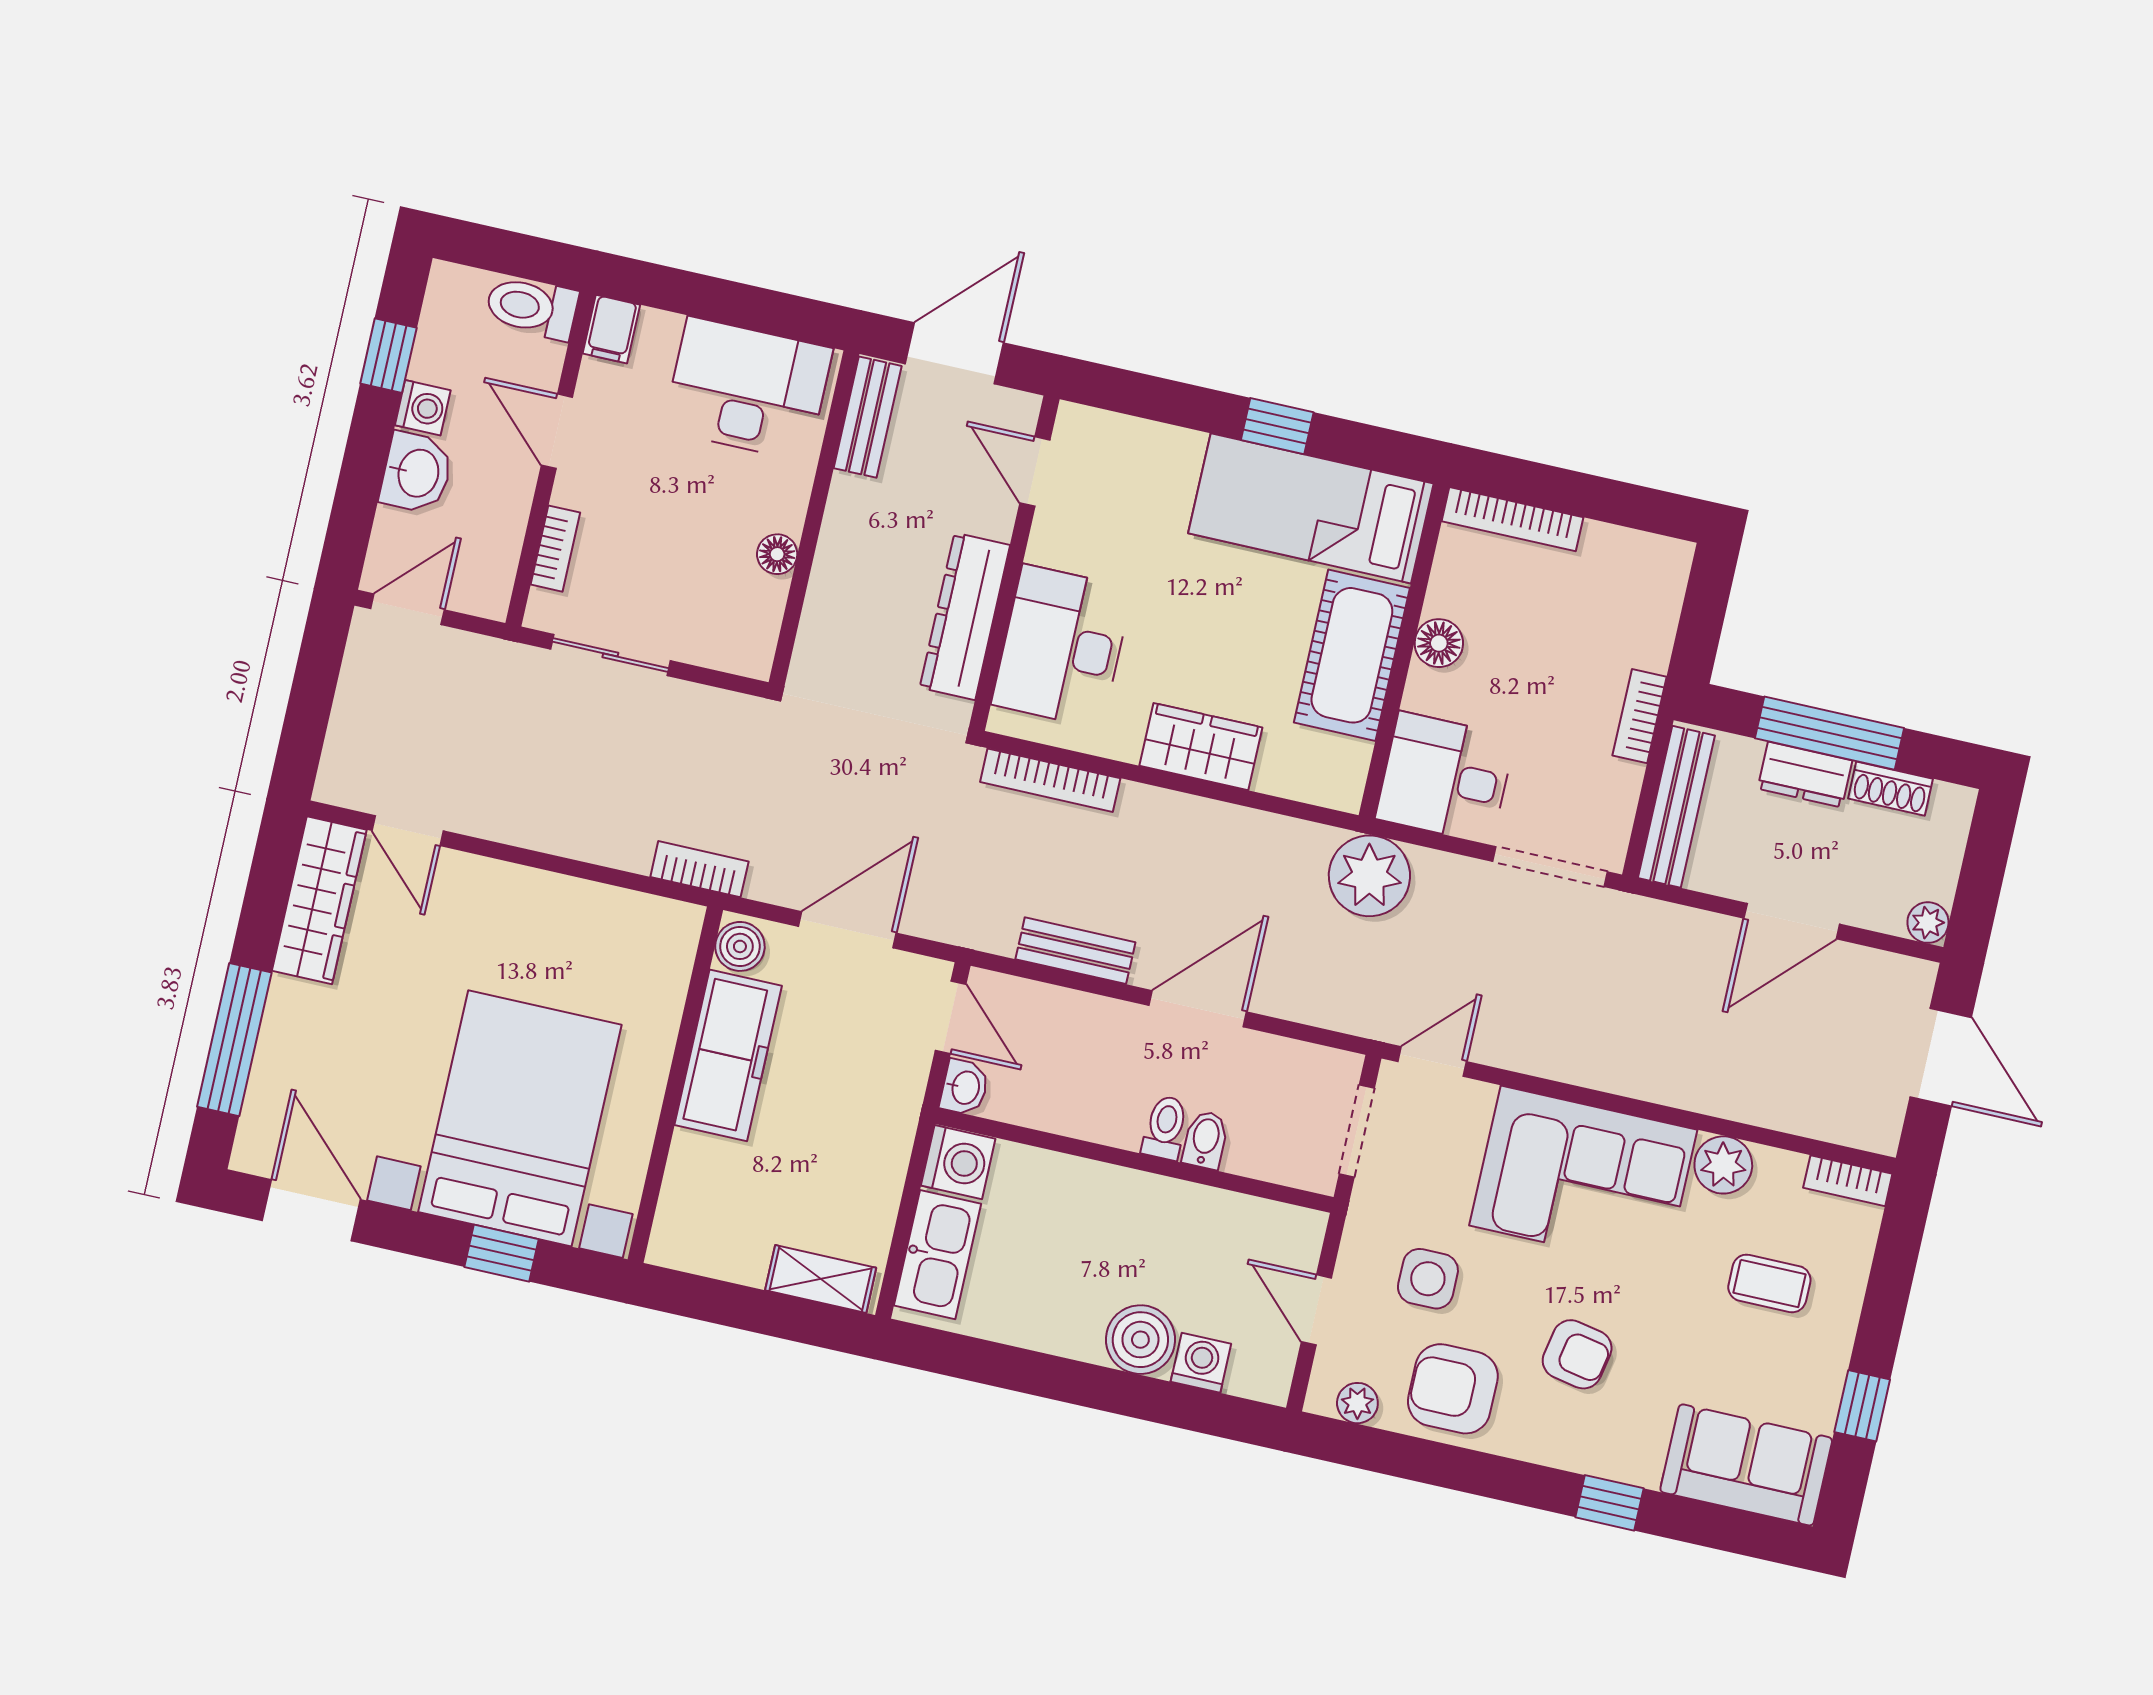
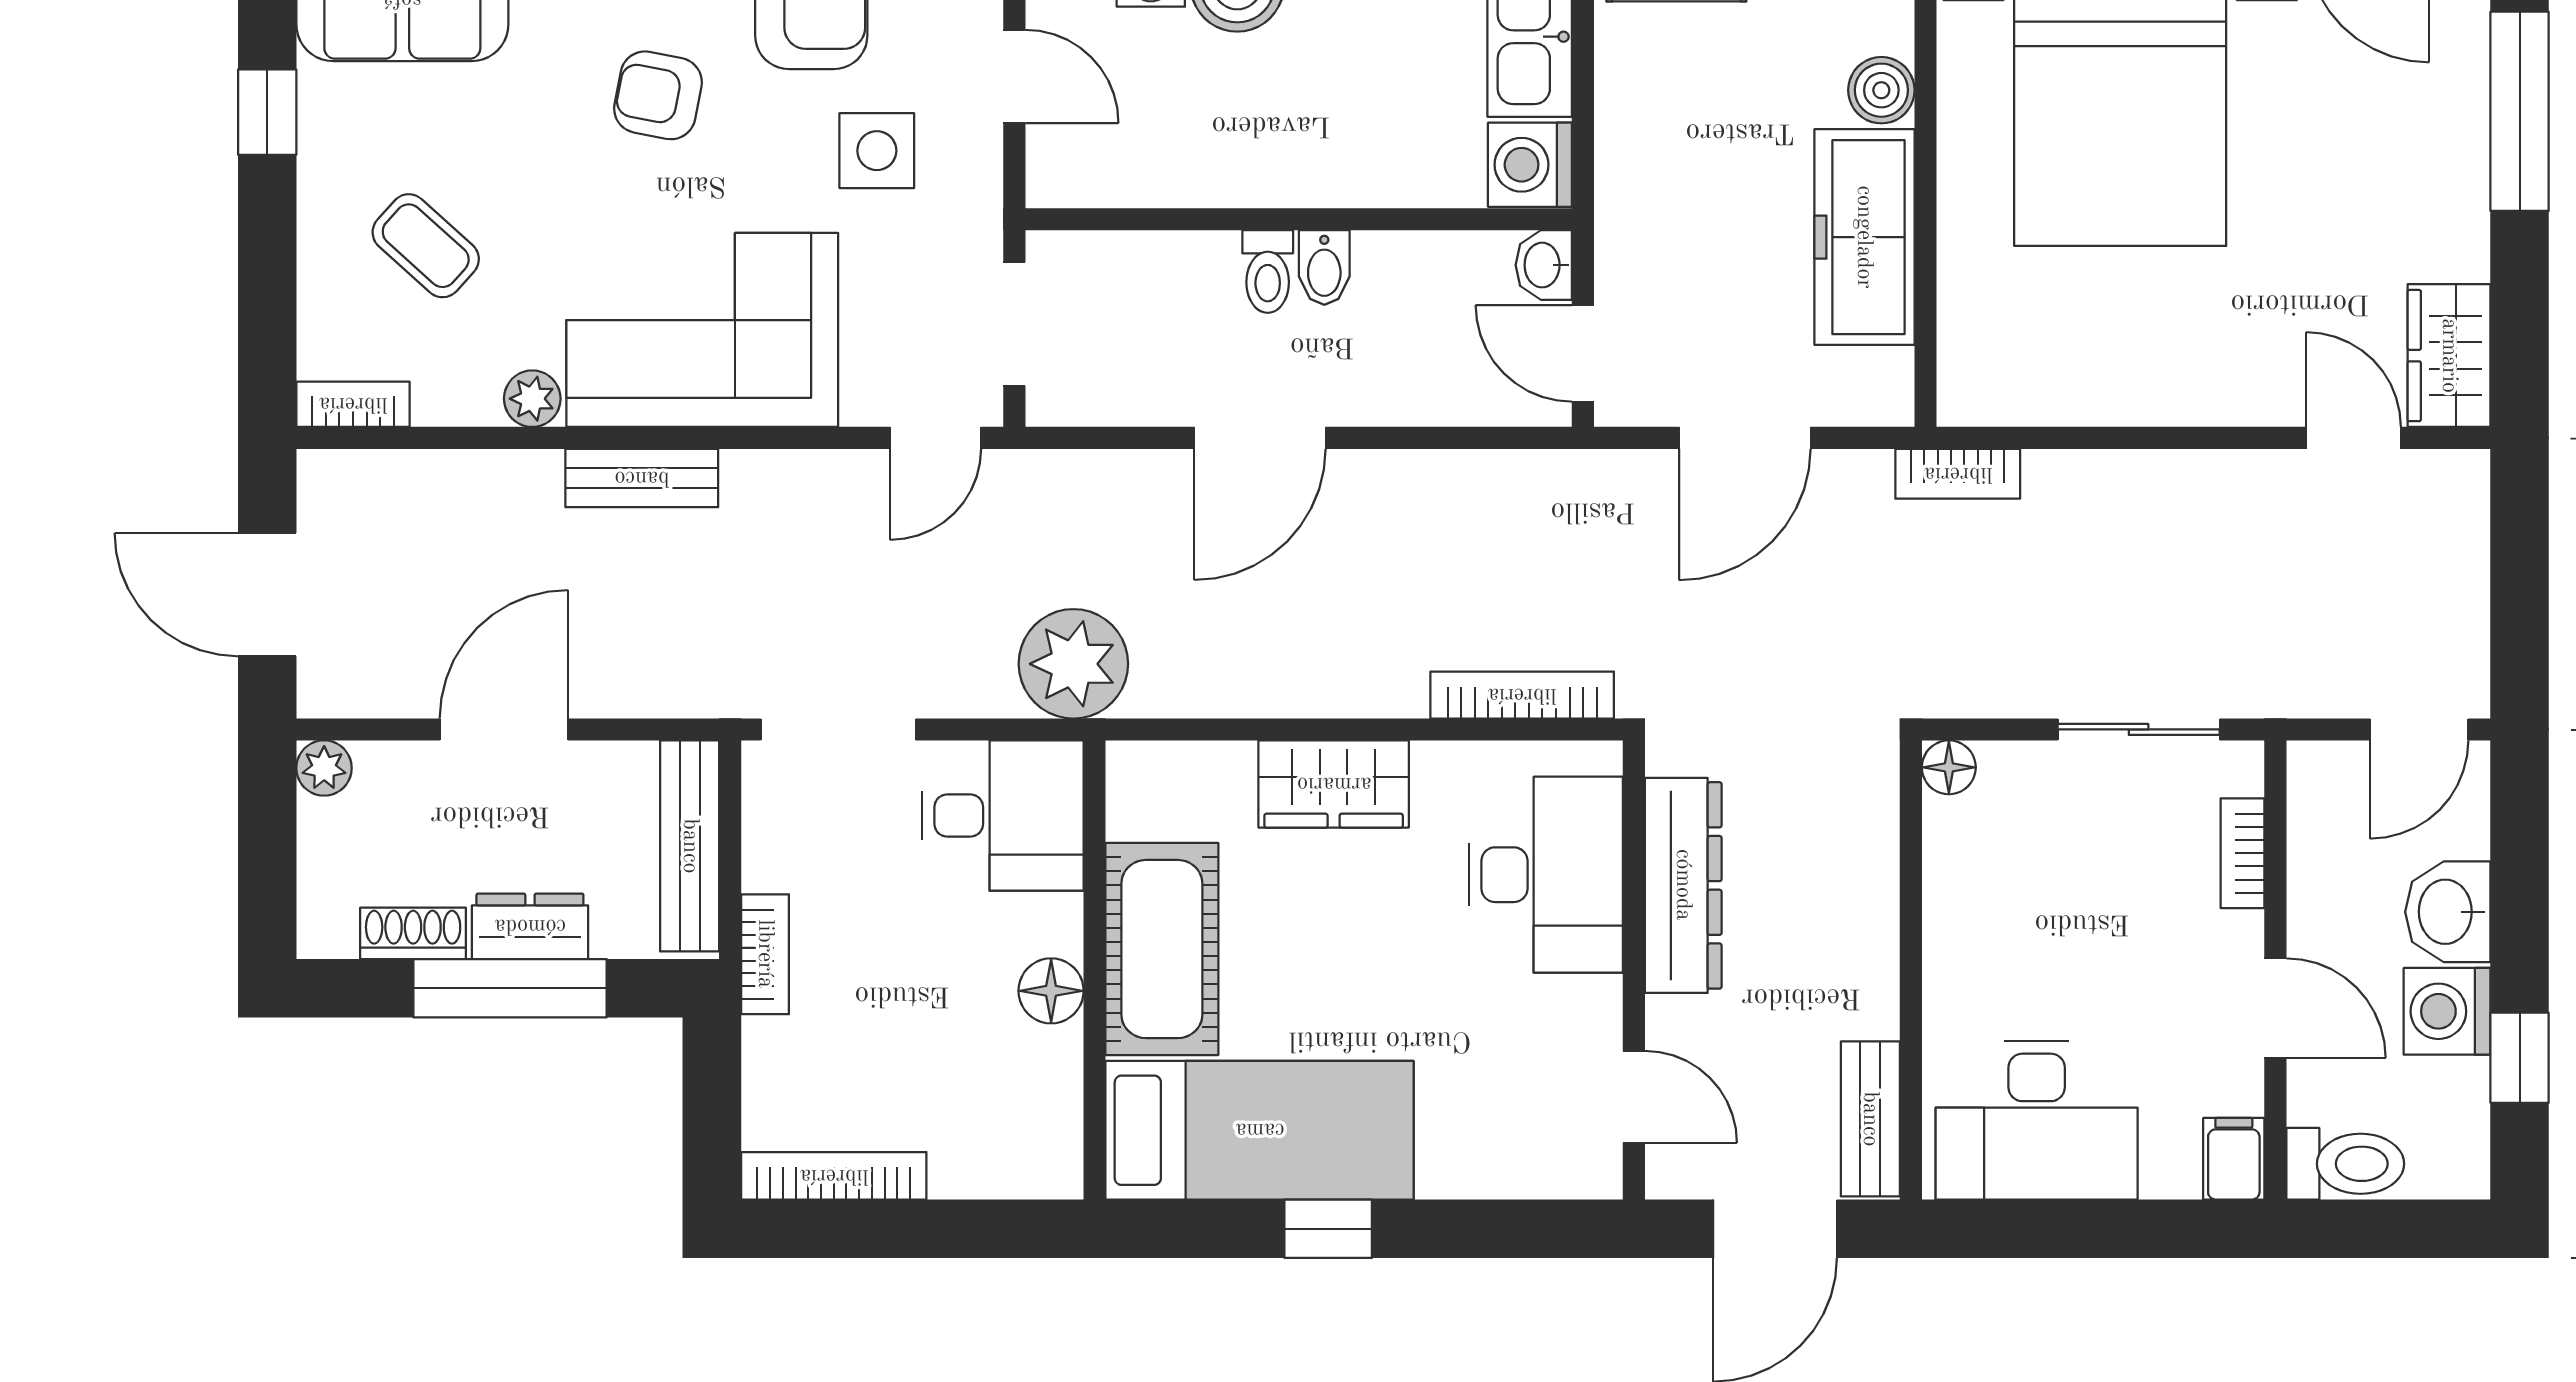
washing machine: (423, 408) -> (2447, 1011), width x1.38, depth x1.38
bookcase: (1512, 519) -> (834, 1176), moved
floor lamp: (777, 554) -> (1949, 767), moved
wardrobe: (319, 900) -> (2449, 356), width x0.67
boiler: (740, 946) -> (1881, 90), moved
bench: (1075, 951) -> (642, 478), moved
bidet: (1205, 1140) -> (1324, 267), moved
plant: (1723, 1165) -> (532, 399), width x0.73, depth x0.73
coffee table: (1769, 1283) -> (426, 246), turned 42

